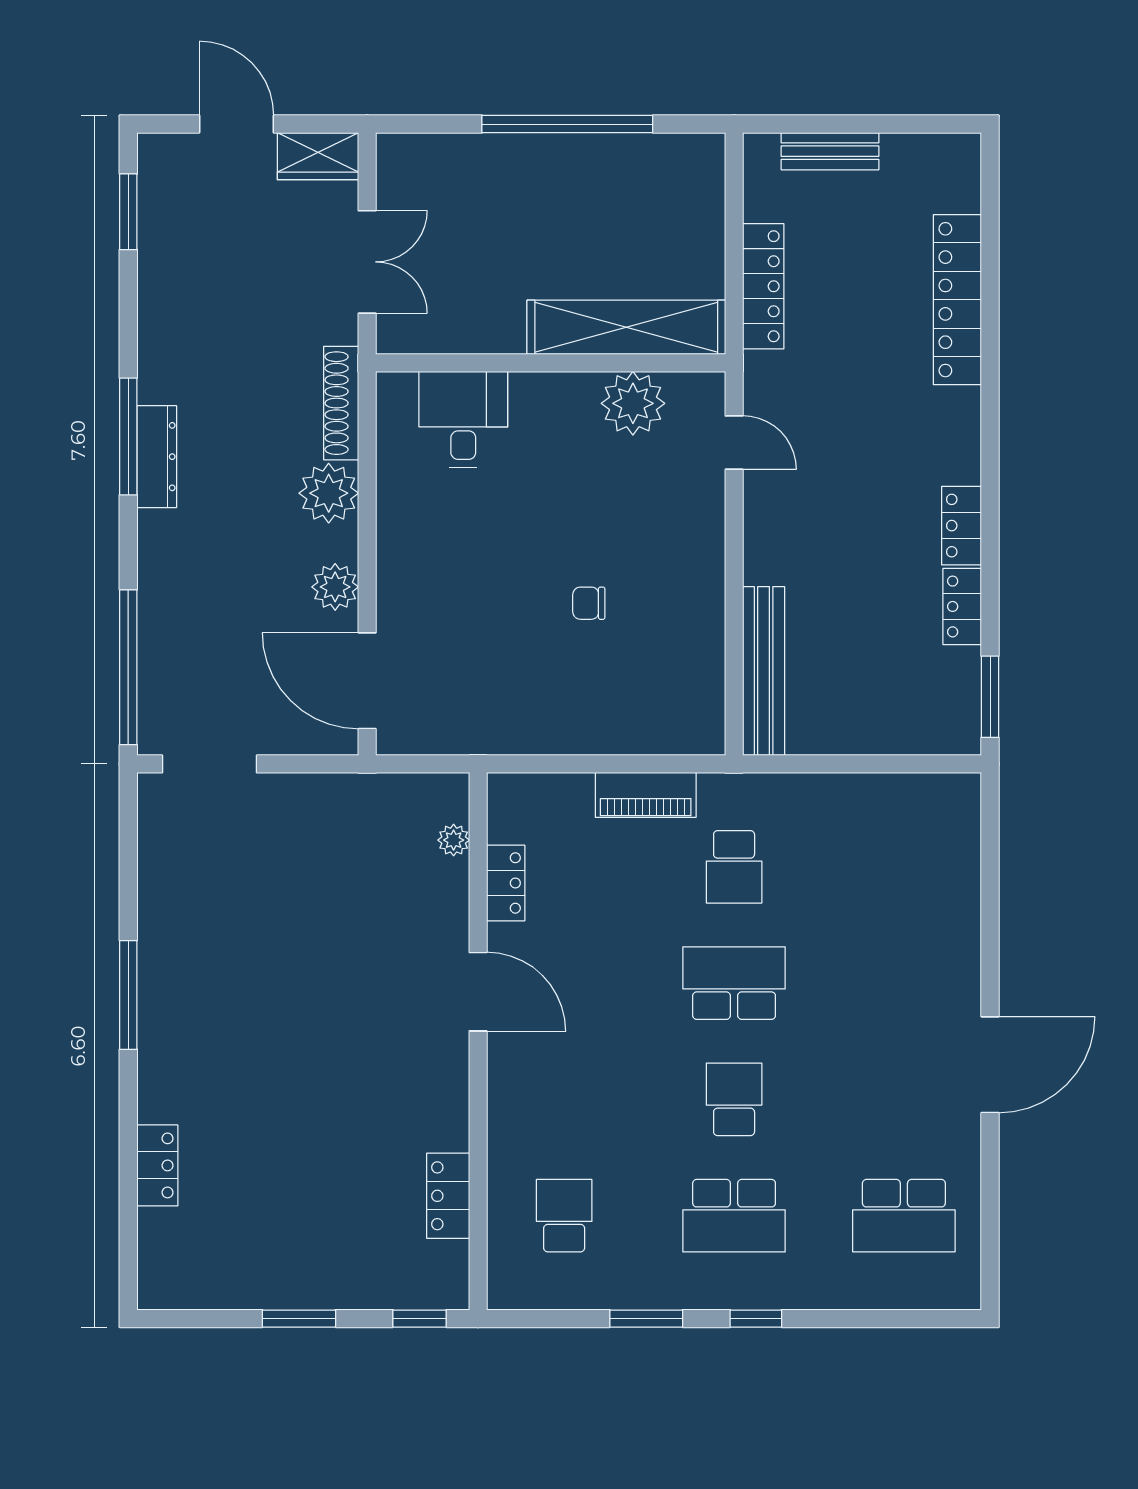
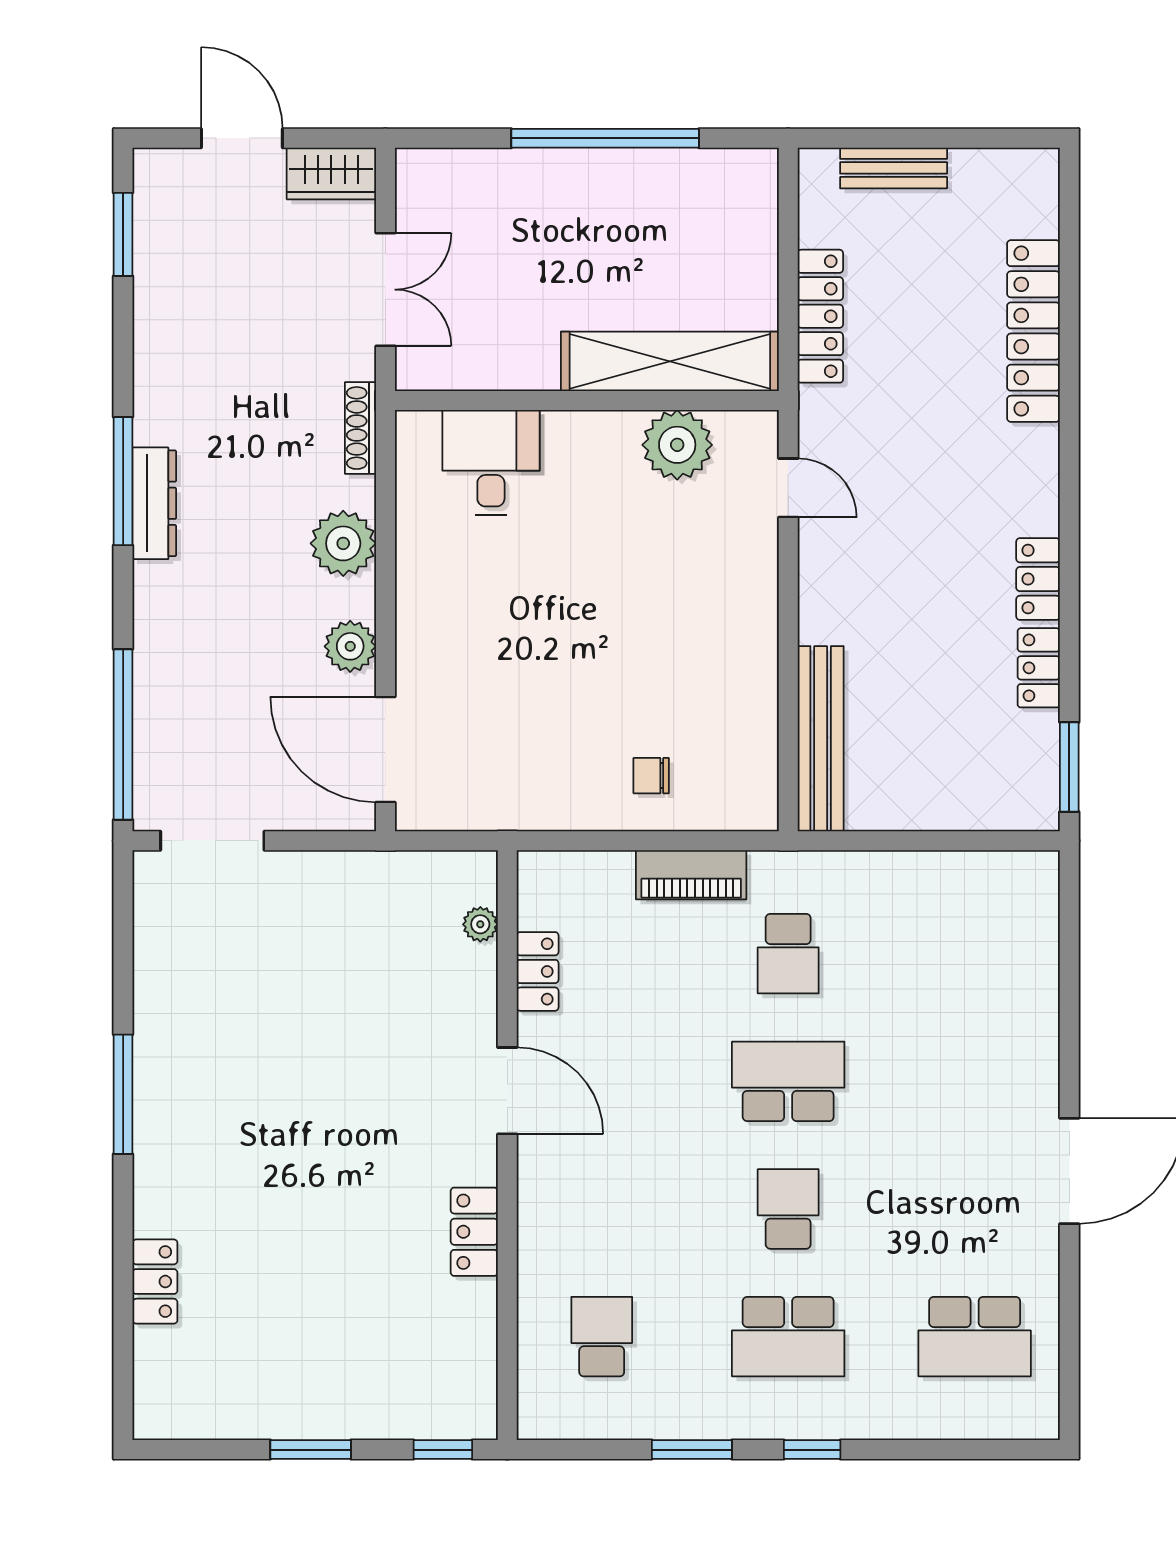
shoe rack: (341, 403) -> (360, 428), width x0.74, depth x0.81
chair: (589, 603) -> (651, 776), moved
locker: (448, 1196) -> (474, 1232), moved

